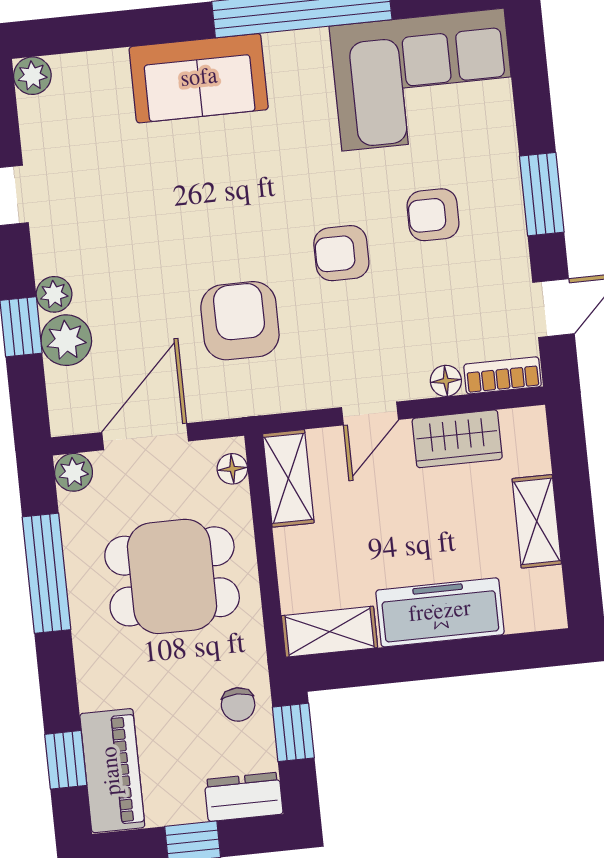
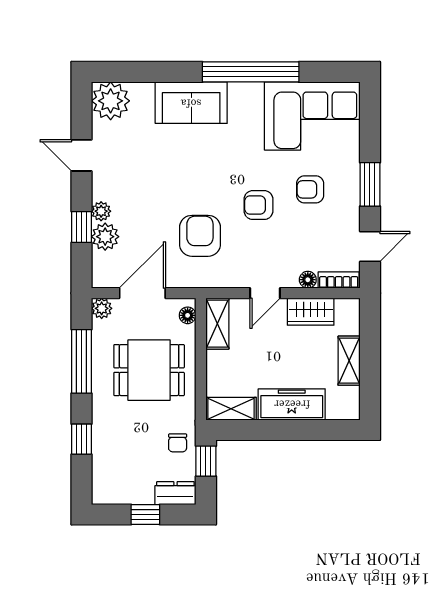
plant: (32, 76) -> (111, 101), width x1.87, depth x1.87
window: (66, 760) -> (81, 439), moved
piano: (112, 771) -> (106, 472), removed

